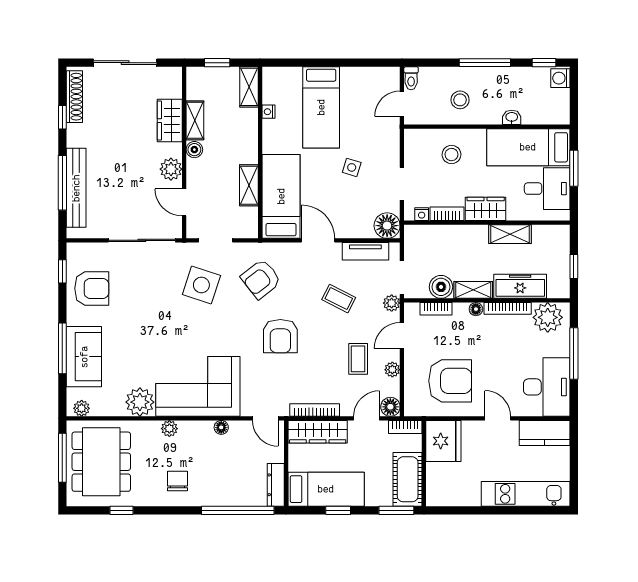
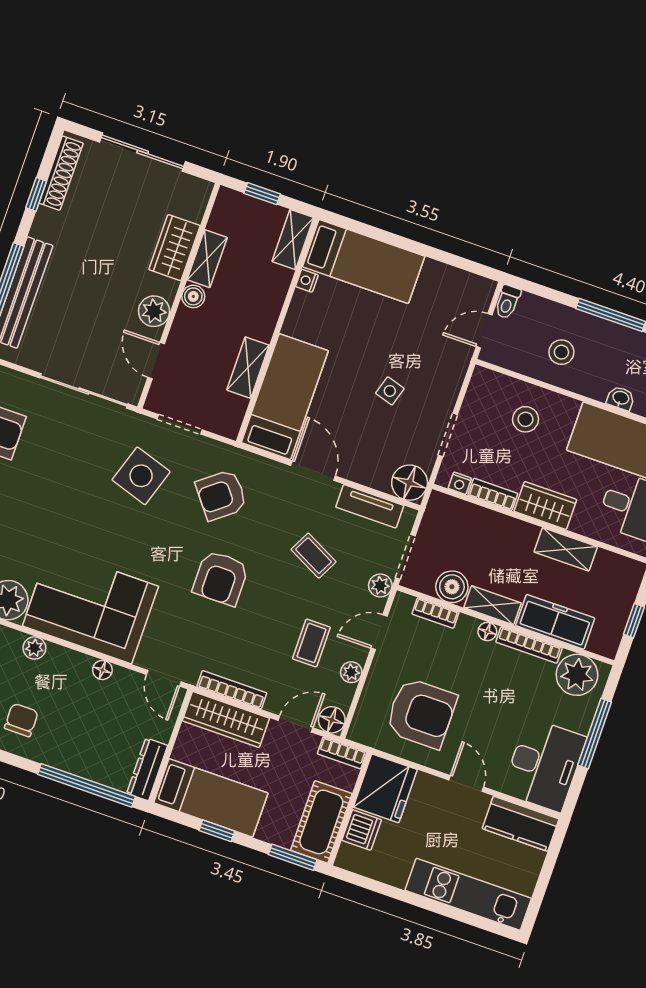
bed: (321, 107) -> (364, 261), moved, turned -90
dishwasher: (437, 475) -> (362, 830), added

